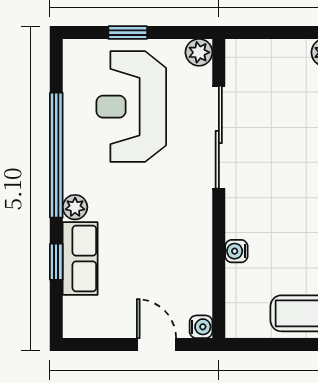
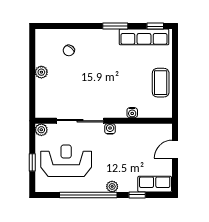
reception desk: (131, 107) -> (66, 161), turned 180
row of seats: (80, 258) -> (155, 184), moved
water cooler: (201, 327) -> (110, 129), moved

